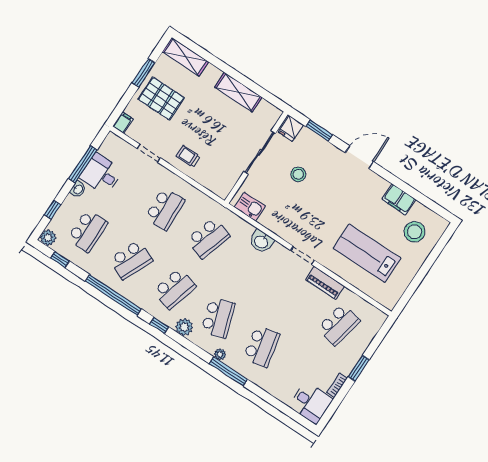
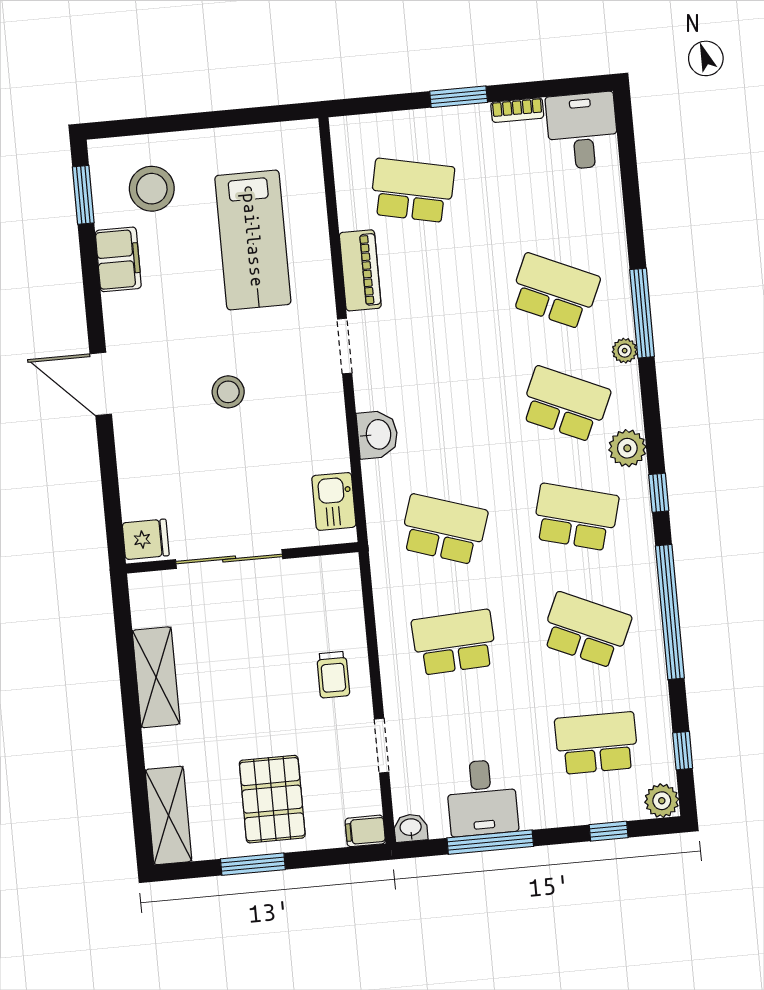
window: (319, 130) -> (83, 195), moved
stool: (298, 174) -> (228, 392), moved
washbasin: (78, 189) -> (411, 828), moved
school desk: (218, 318) -> (565, 404), turned 42
school desk: (261, 346) -> (555, 291), turned 36

